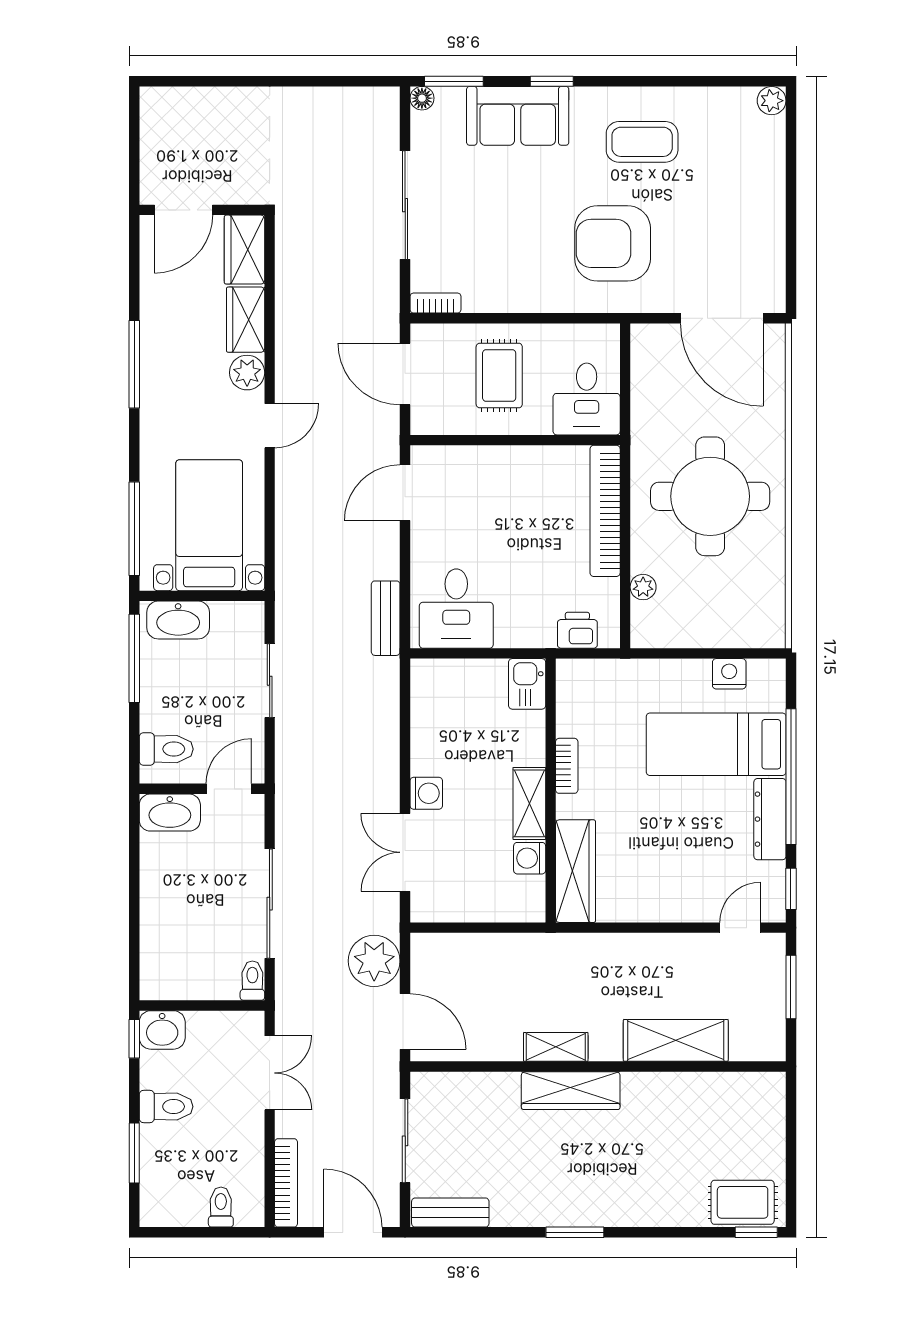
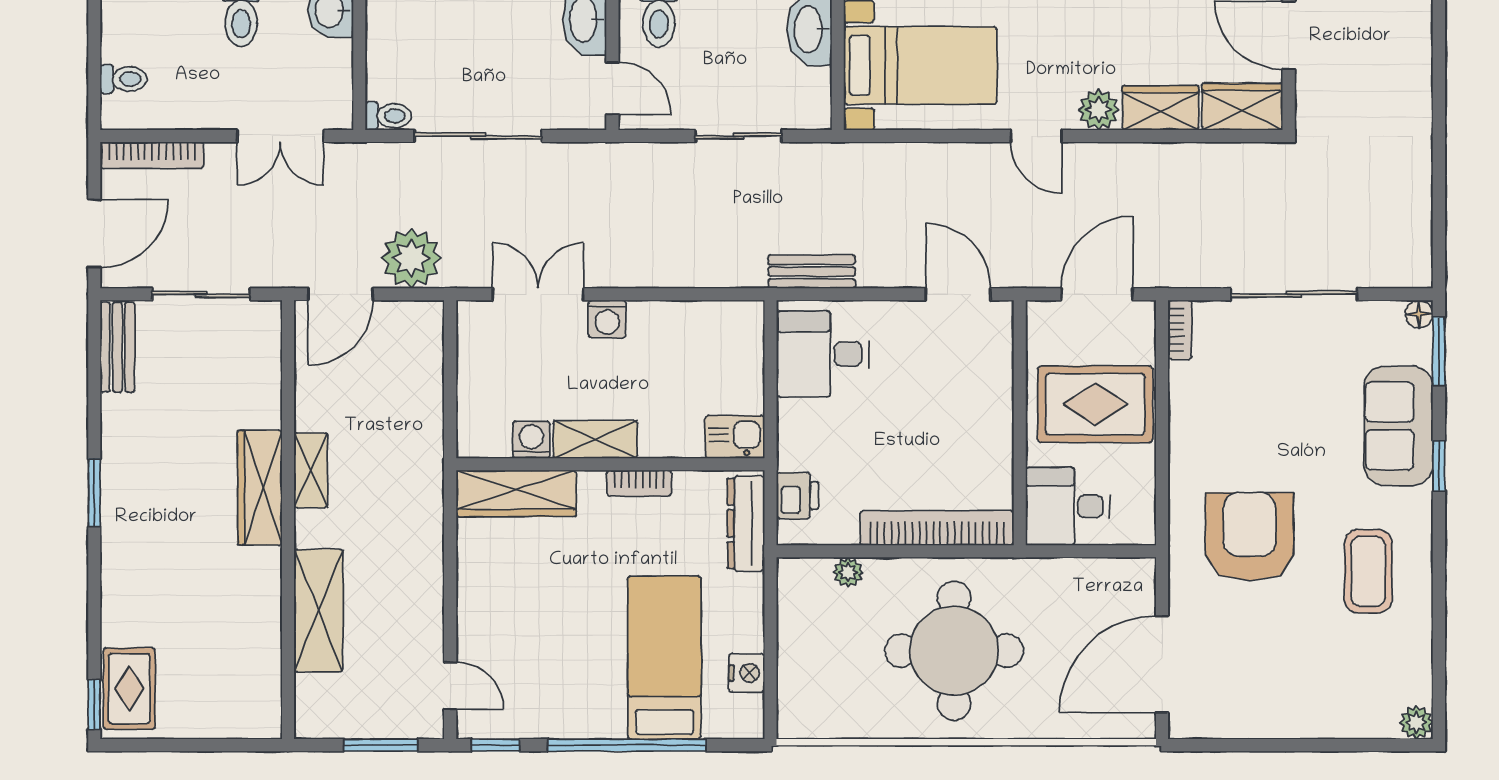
rug: (499, 376) -> (1095, 404), width x1.36, depth x1.43
dresser: (770, 819) -> (746, 524), moved, turned -90

